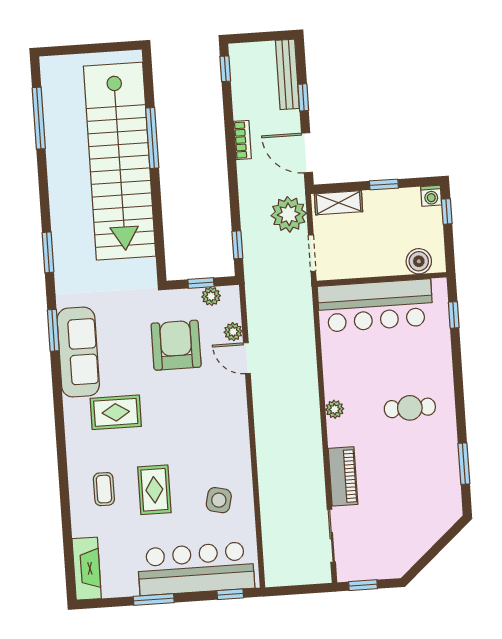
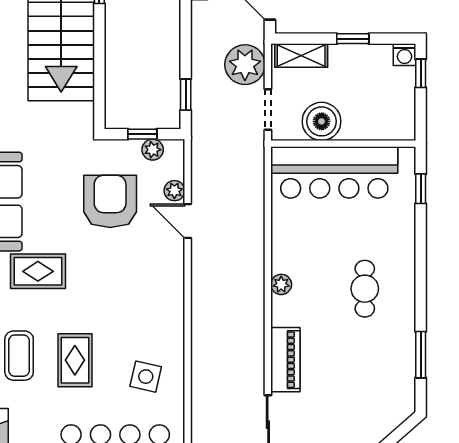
boiler: (419, 261) -> (322, 121), moved, width x1.37, depth x1.37
cafe table: (410, 408) -> (365, 289), turned 90
coffee table: (104, 489) -> (19, 356), width x1.36, depth x1.30

